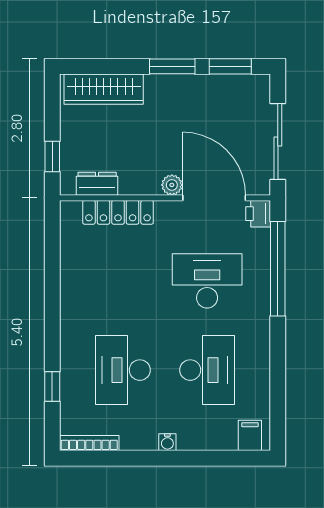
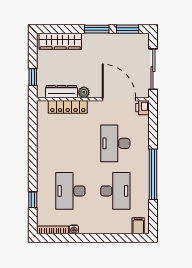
dresser: (97, 184) -> (61, 92), width x1.44
plant: (172, 185) -> (84, 92), moved
window: (278, 269) -> (153, 174), moved
desk: (207, 281) -> (115, 143), turned -90
water cooler: (167, 442) -> (74, 229), moved

